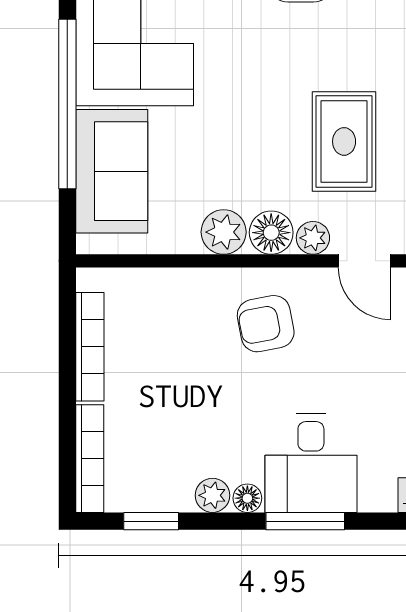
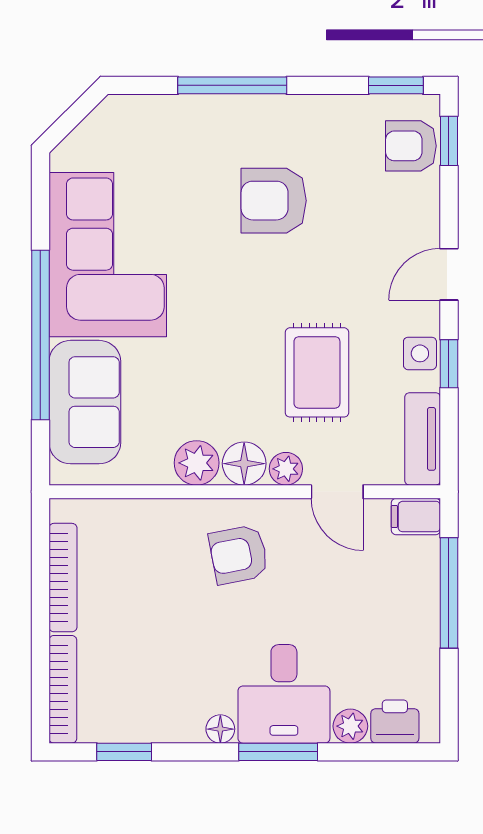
plant: (212, 495) -> (350, 726), moved

